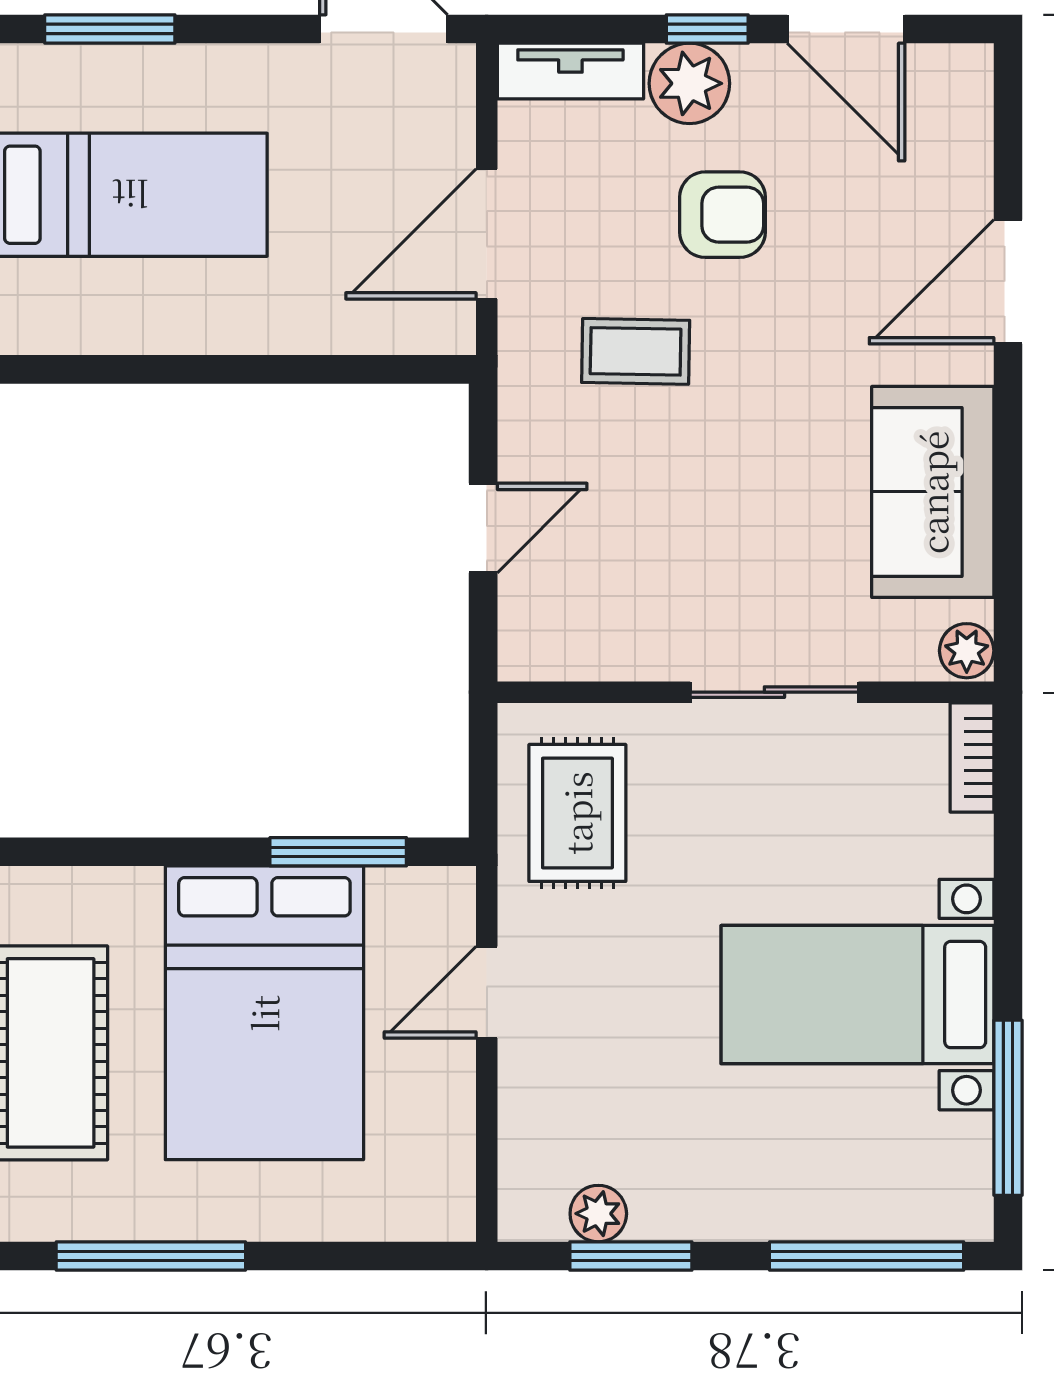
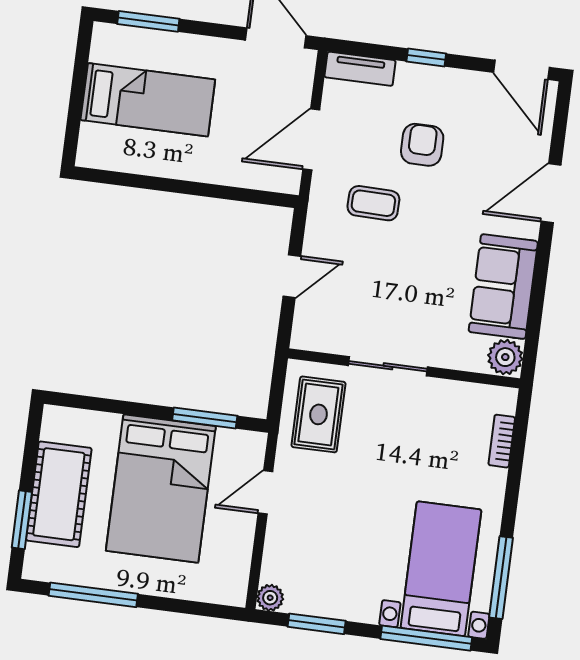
door: (846, 29) -> (521, 70), moved
plant: (689, 83) -> (415, 82), removed
armchair: (722, 215) -> (422, 145), turned -90
plant: (967, 651) -> (505, 357), width x1.38, depth x1.38
sliding door: (774, 692) -> (388, 366), moved
bookcase: (972, 757) -> (502, 441), moved
bed with nightstands: (857, 995) -> (441, 569), moved, turned 90
plant: (598, 1214) -> (270, 598), moved

